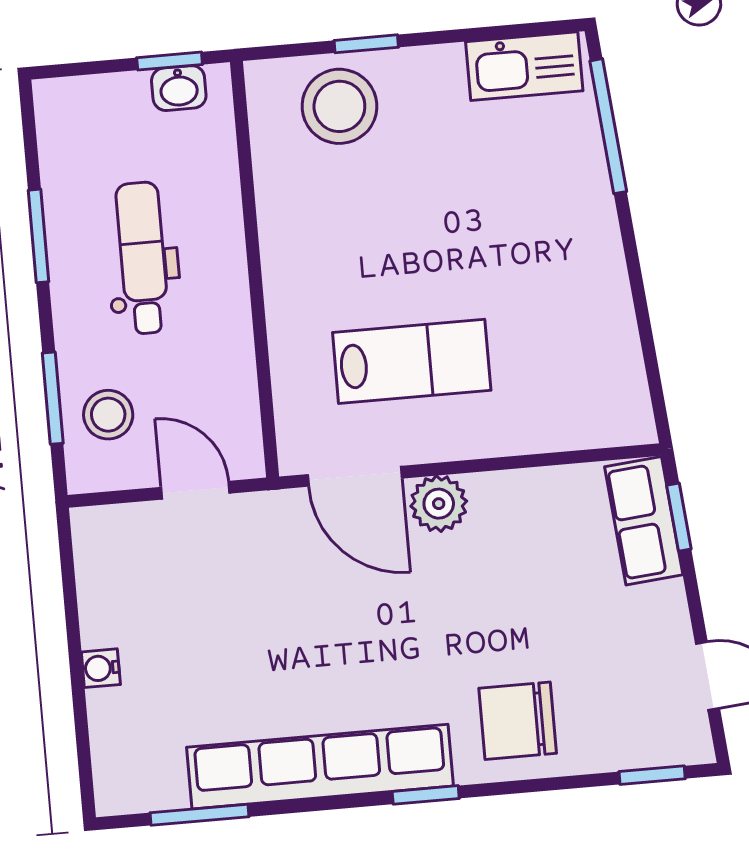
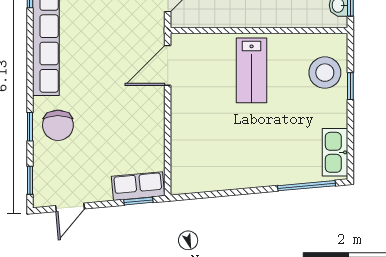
lab bench: (412, 361) -> (252, 70), moved
plant: (439, 504) -> (153, 100), removed
chair: (518, 721) -> (58, 125), turned 180
window: (426, 795) -> (30, 127), moved

